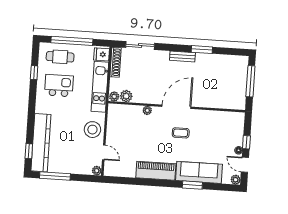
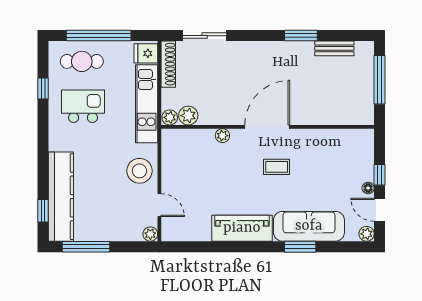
bench: (182, 57) -> (334, 48), moved

